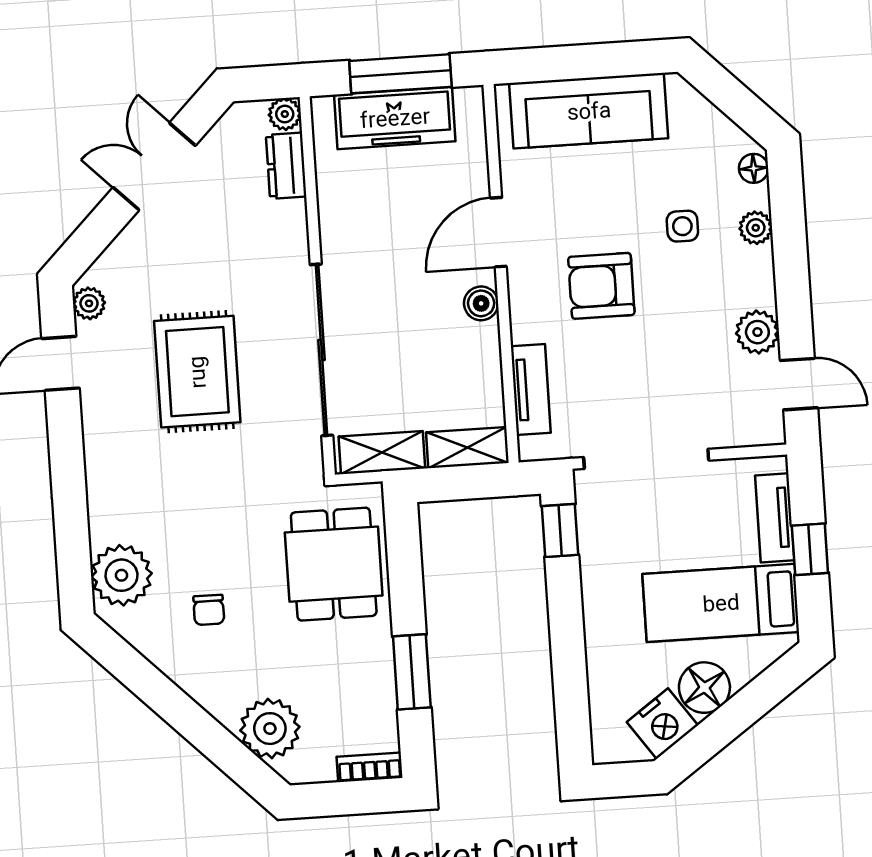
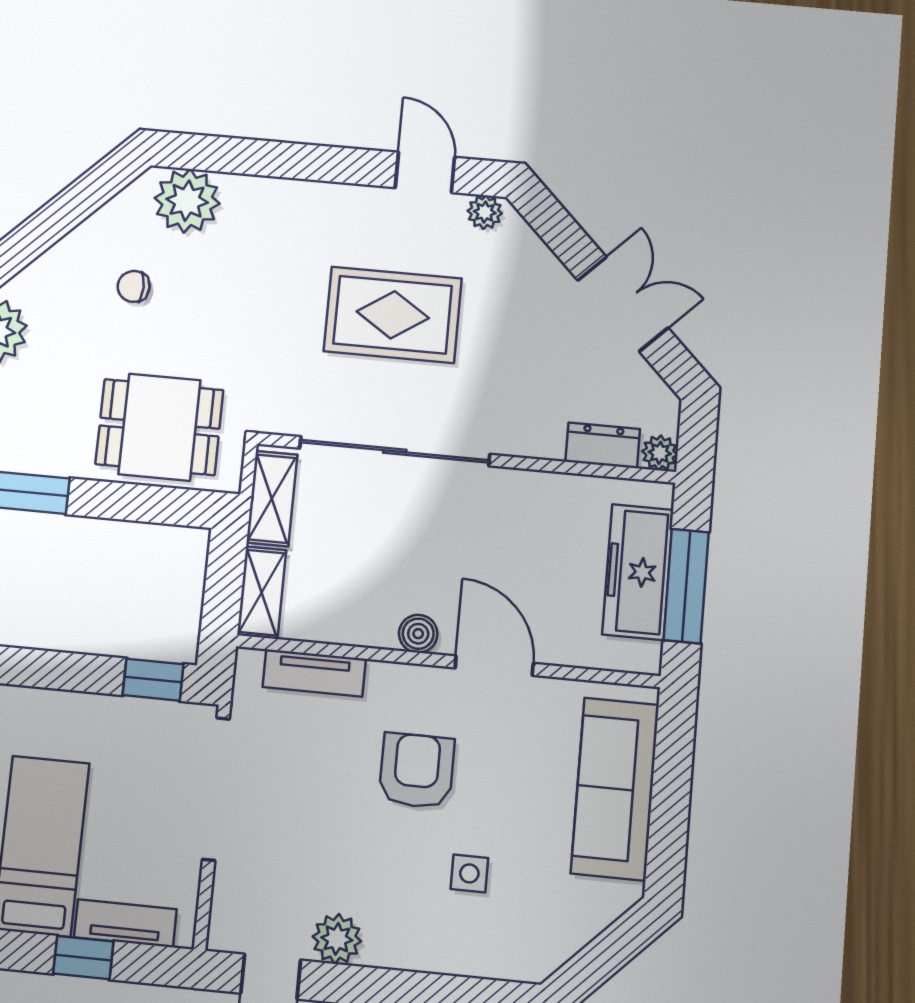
floor lamp: (754, 168) -> (522, 966), removed
plant: (756, 228) -> (455, 957), removed

